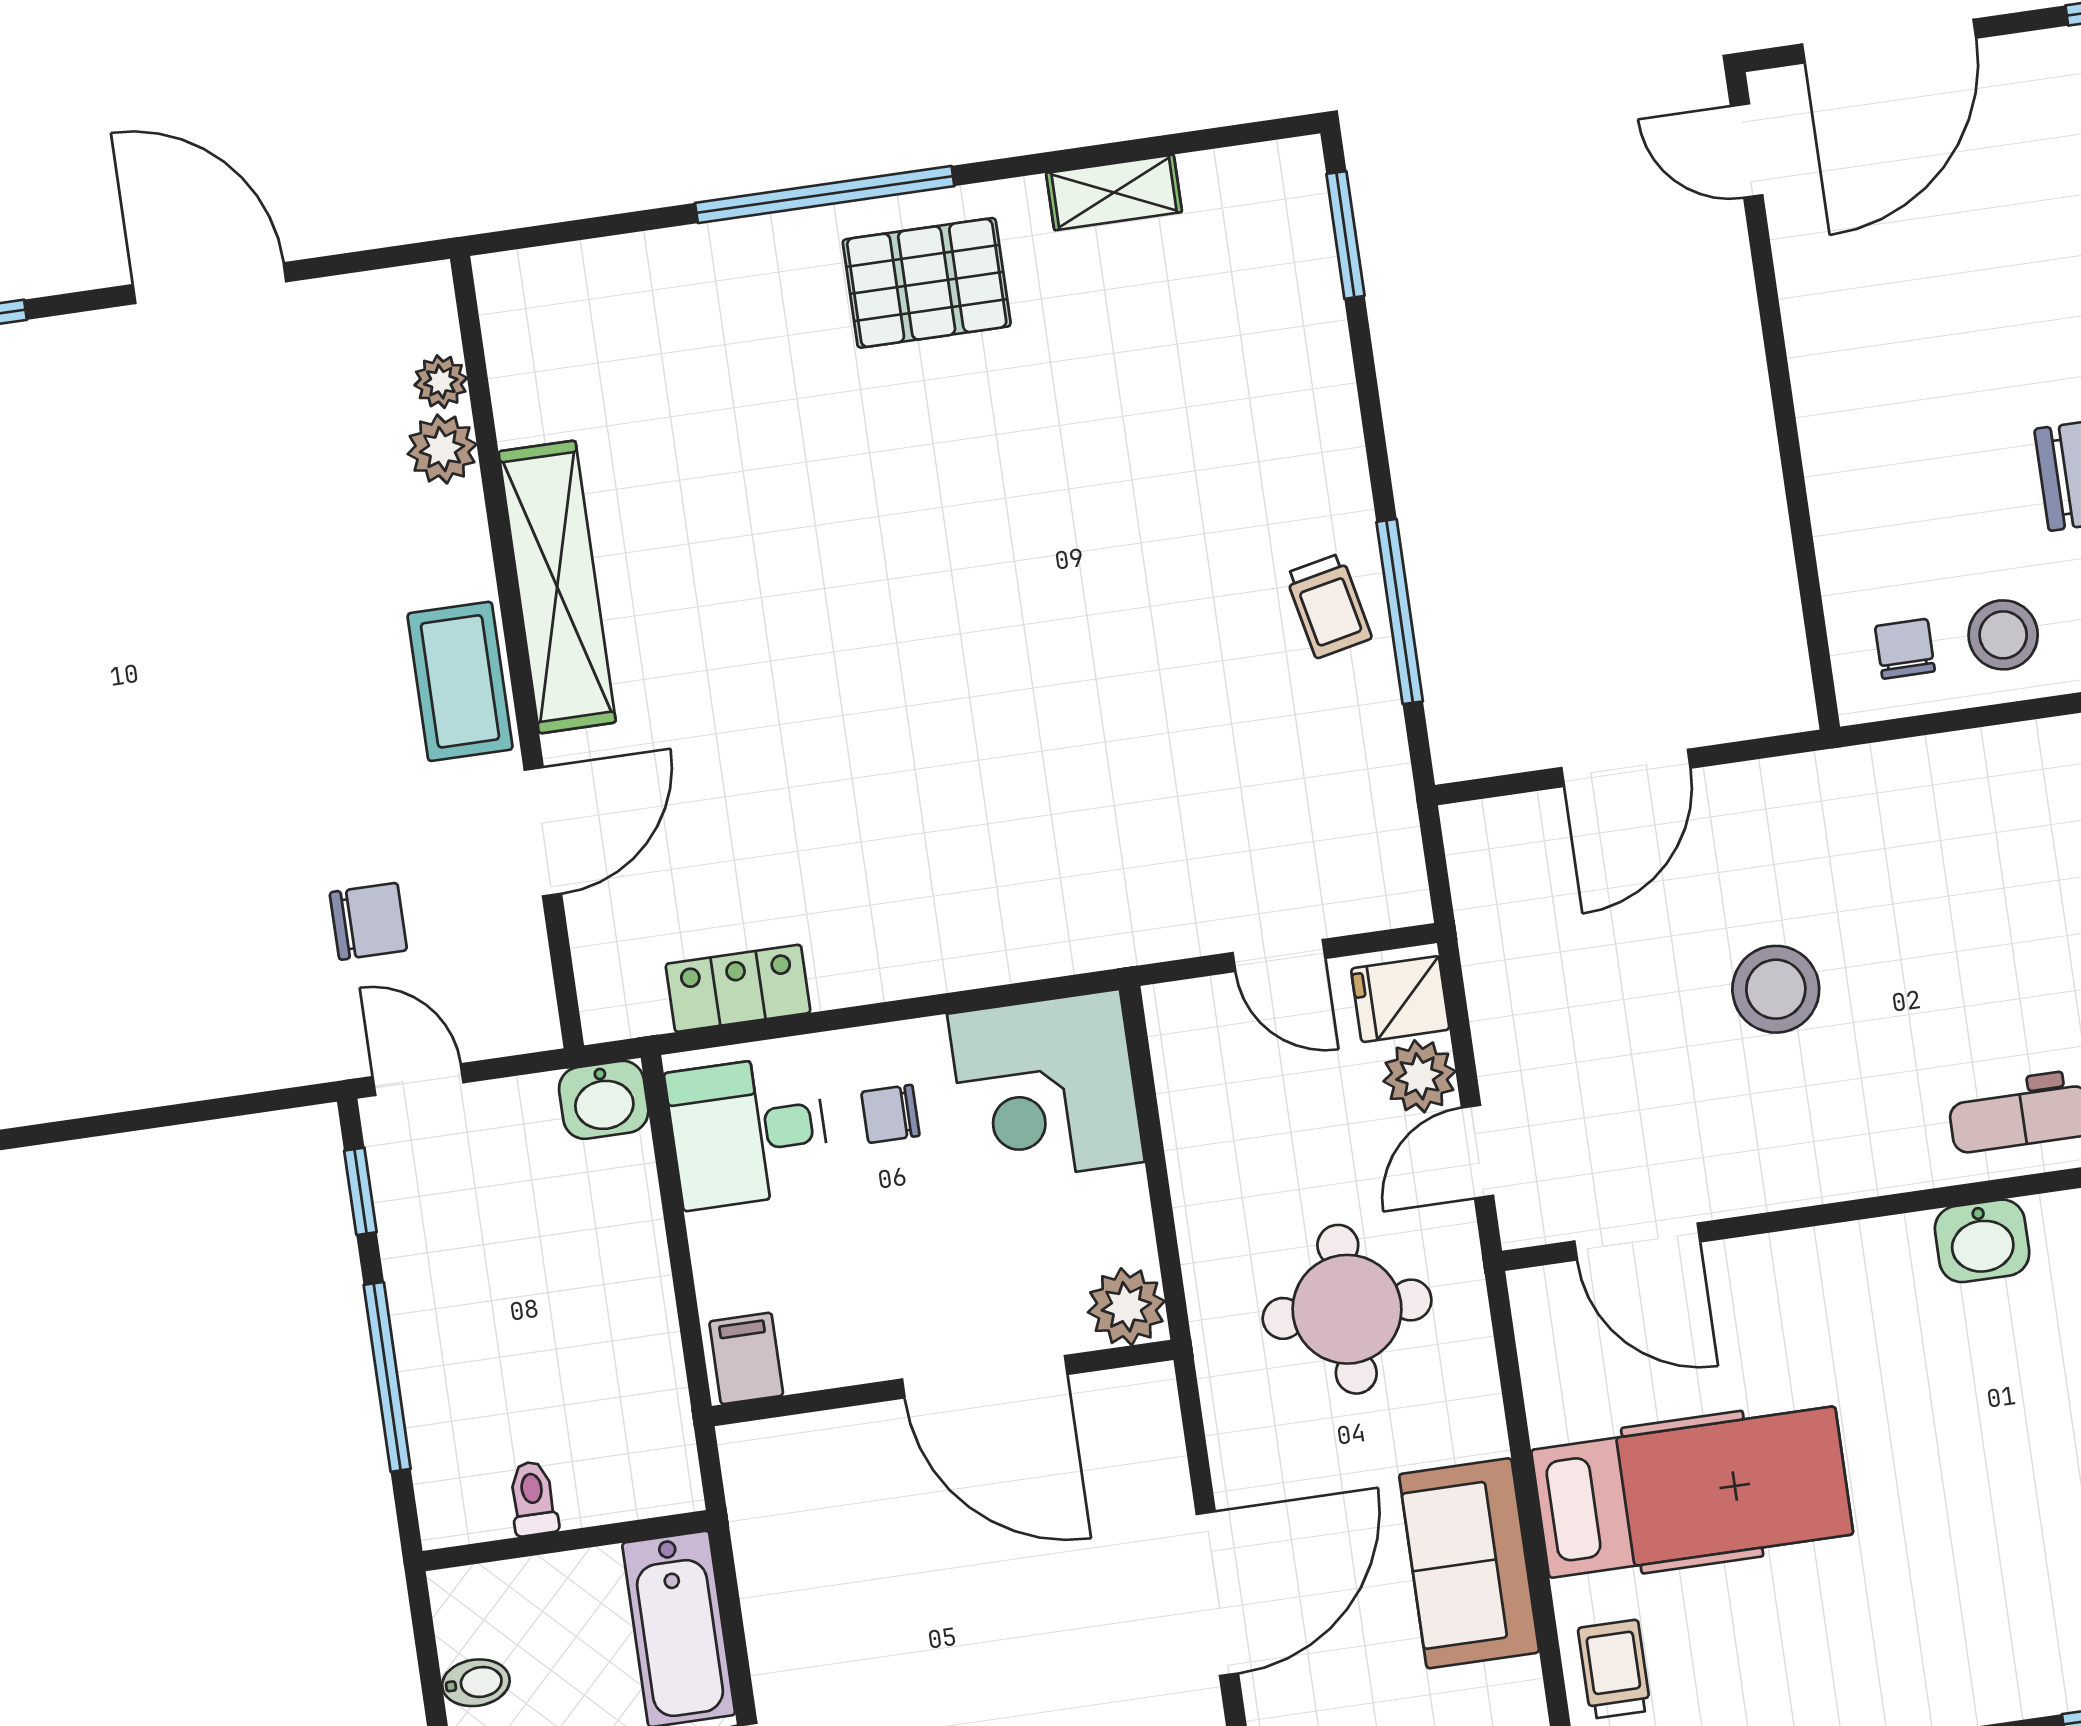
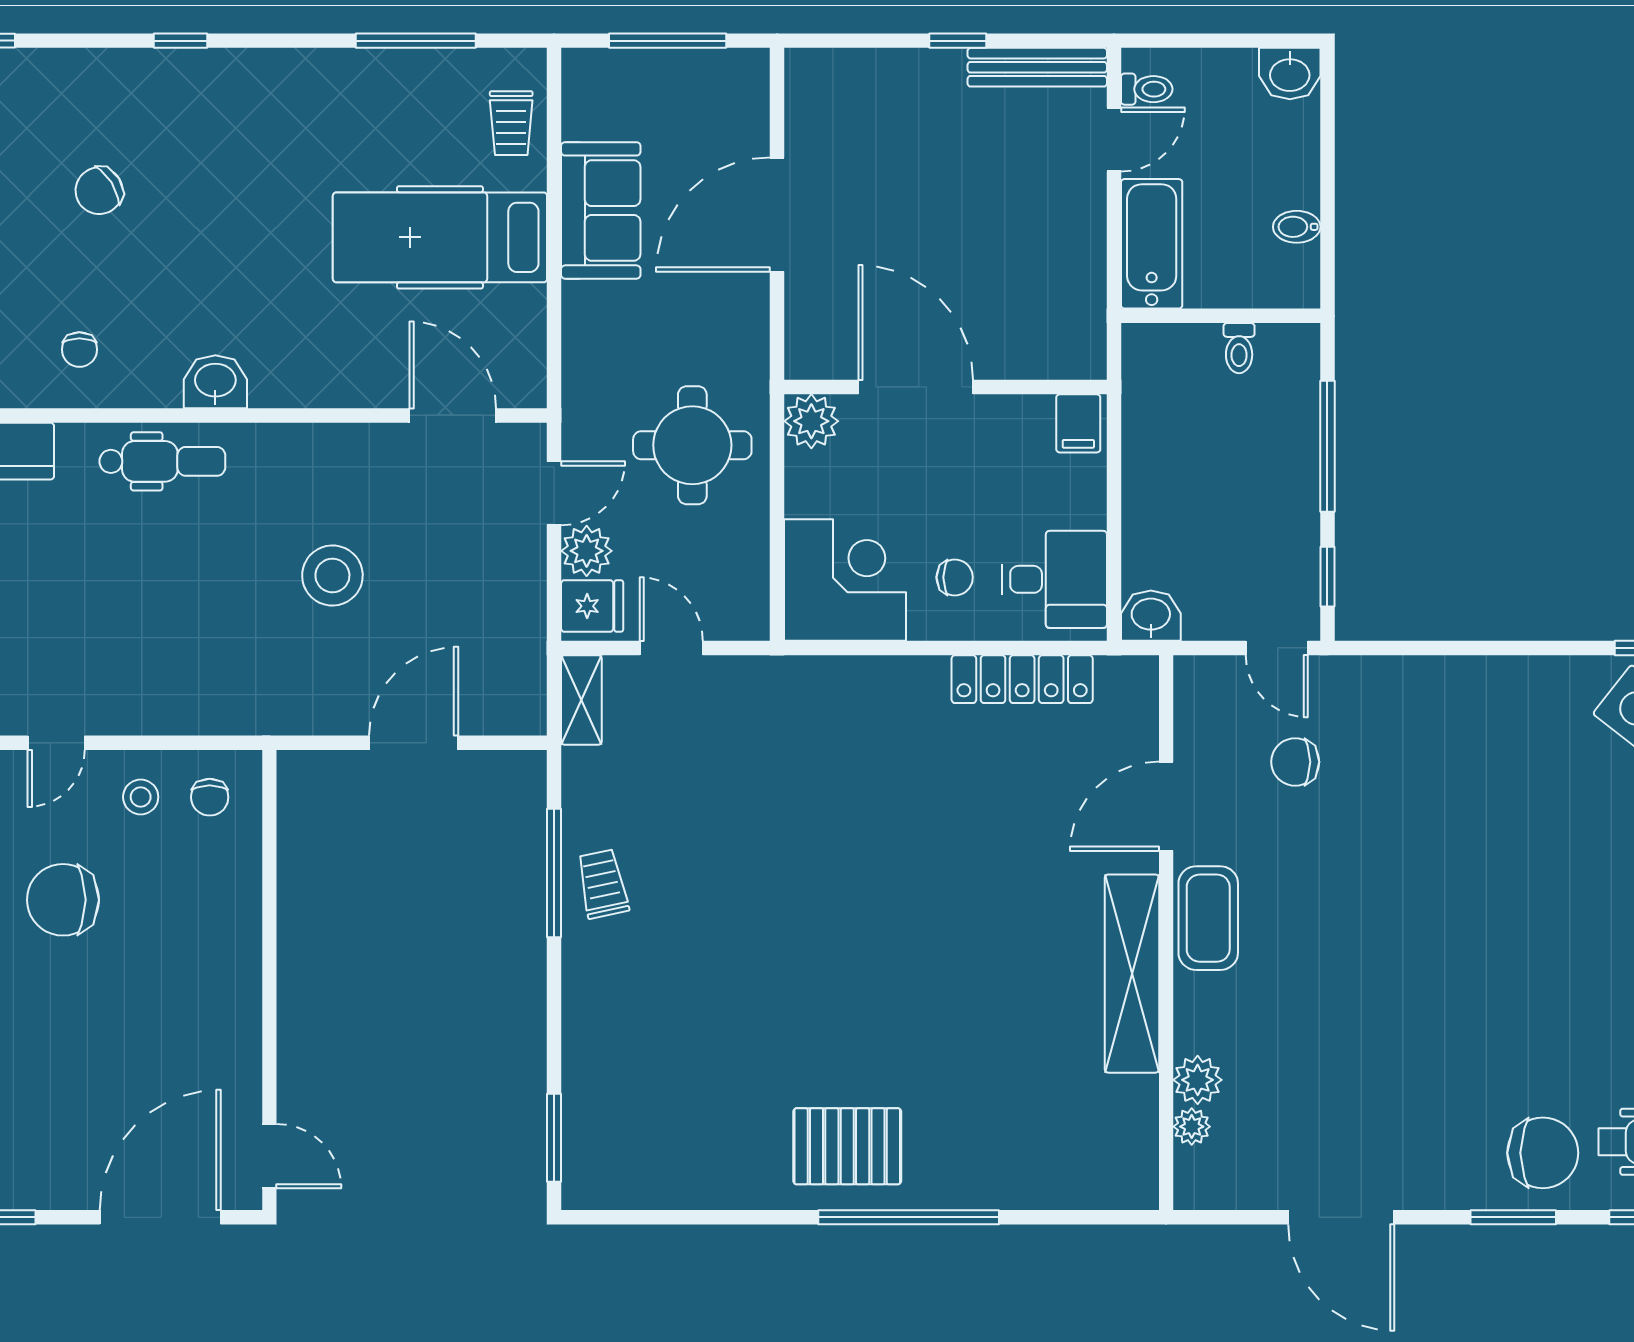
shelving: (1114, 192) -> (581, 700), moved, turned 90
stool: (2003, 635) -> (141, 797), width x0.73, depth x0.73
locker: (738, 988) -> (1022, 679), width x1.53
round table: (1347, 1309) -> (692, 445), moved

